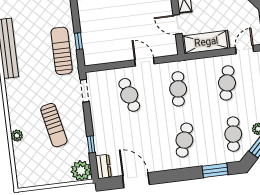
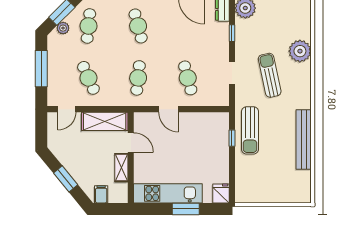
cafe table: (227, 83) -> (88, 78), turned -36
doorway: (85, 91) -> (232, 73), moved
sun lounger: (54, 125) -> (270, 75), moved
plant: (17, 136) -> (300, 51), width x1.88, depth x1.88
cafe table: (184, 140) -> (138, 26), turned -33

